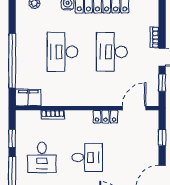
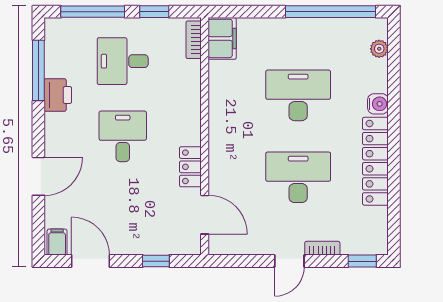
window: (12, 61) -> (331, 12), moved
window: (162, 83) -> (362, 261), moved
bookcase: (53, 115) -> (194, 40), moved
desk: (87, 157) -> (123, 136), turned 180

